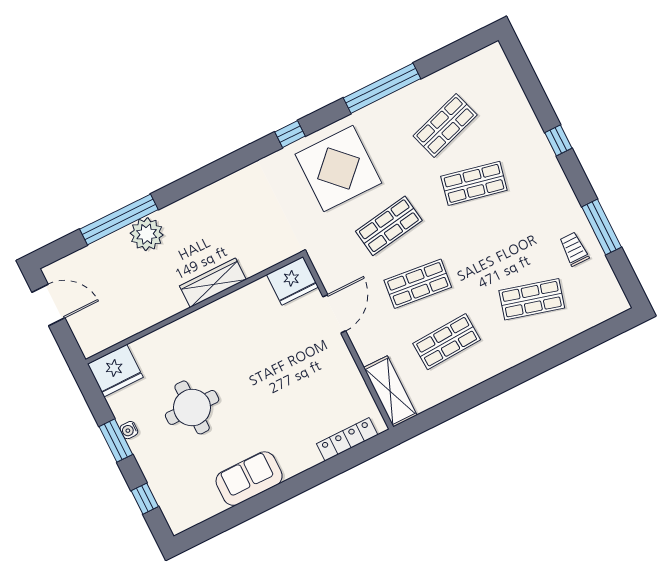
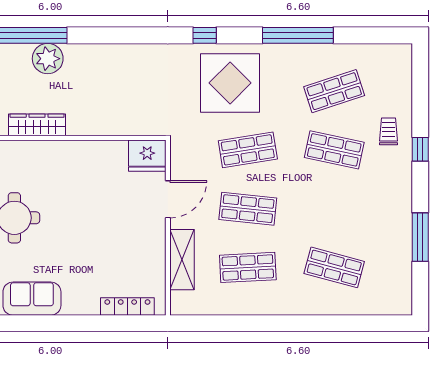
trolley: (574, 249) -> (389, 131), moved
wardrobe: (213, 283) -> (37, 125), moved
shelving: (390, 391) -> (182, 260), moved

